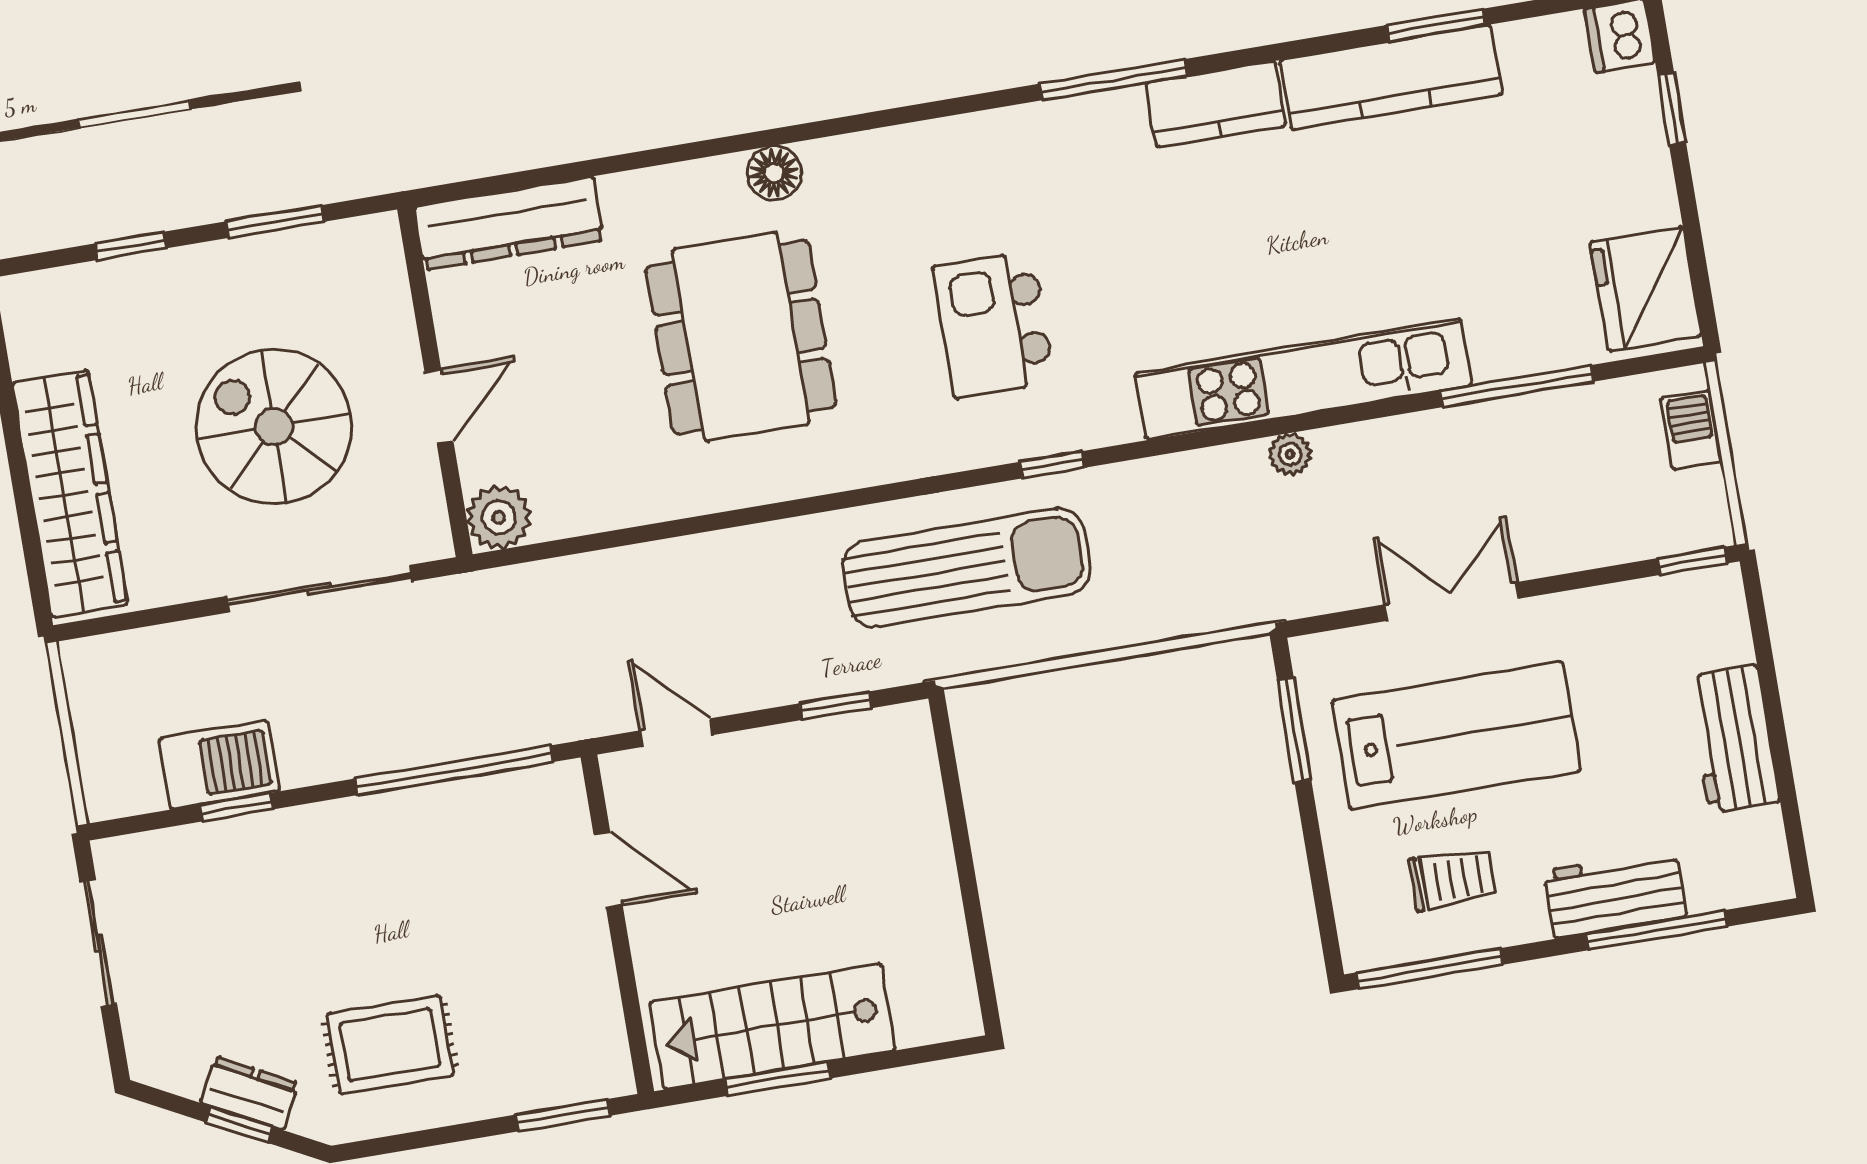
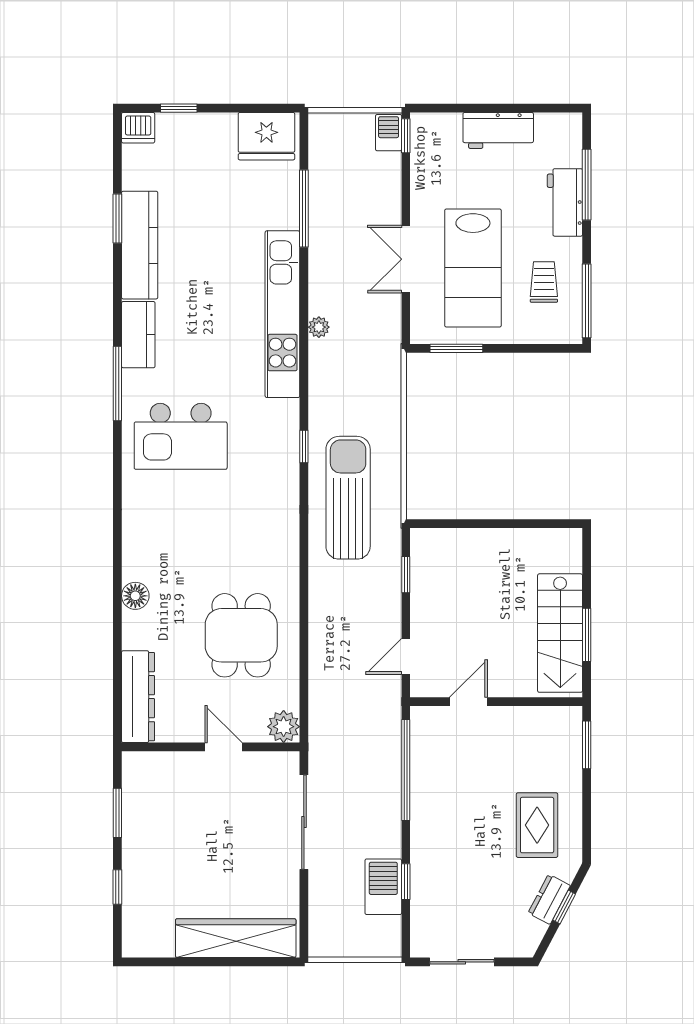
floor lamp: (774, 173) -> (135, 596), moved
kitchen island: (994, 325) -> (181, 436), moved, width x1.37, depth x1.28
dining table: (741, 337) -> (241, 635), moved, width x0.73
spiral stairs: (274, 426) -> (219, 831), removed
barbecue: (1691, 430) -> (389, 133), moved, turned 90
lab bench: (1456, 736) -> (473, 268), turned 180

